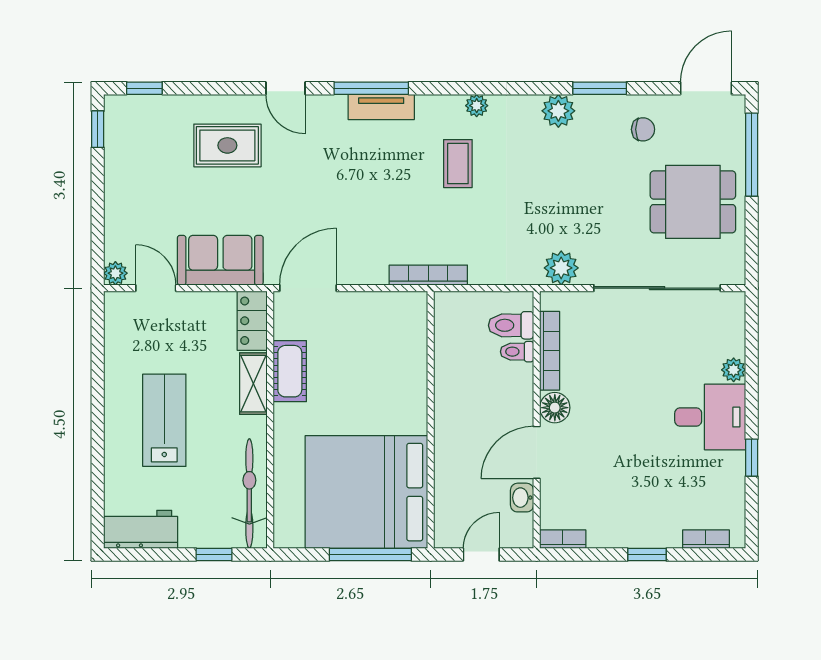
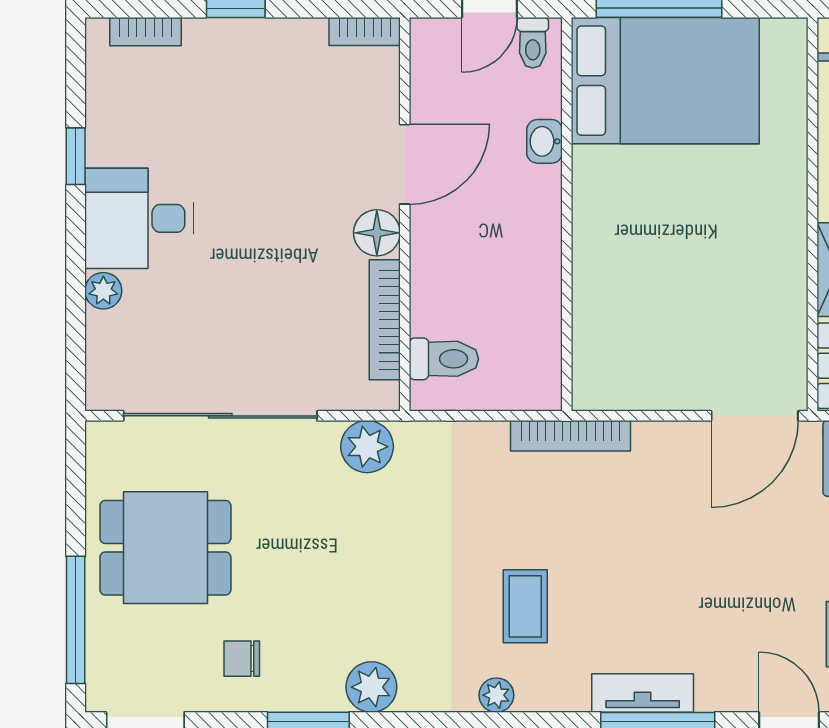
toilet: (517, 352) -> (533, 43), moved, turned 90
cot: (290, 371) -> (782, 289), removed
bed: (366, 492) -> (665, 81), width x0.73
washbasin: (522, 498) -> (545, 141), moved, turned 180

